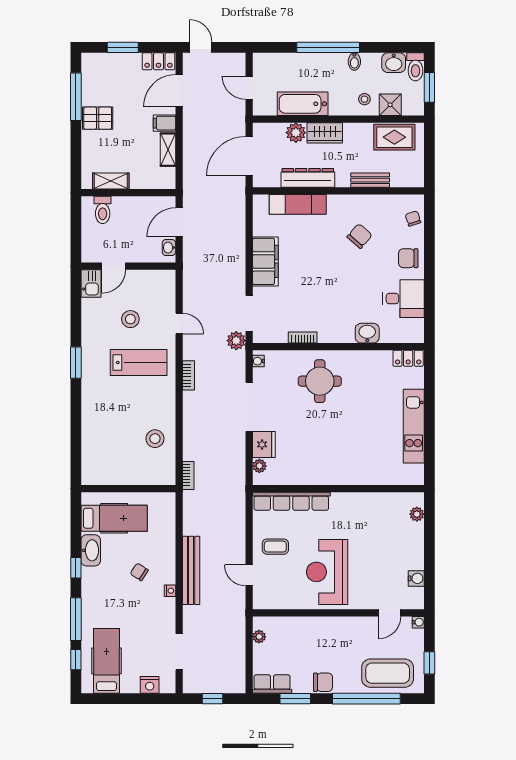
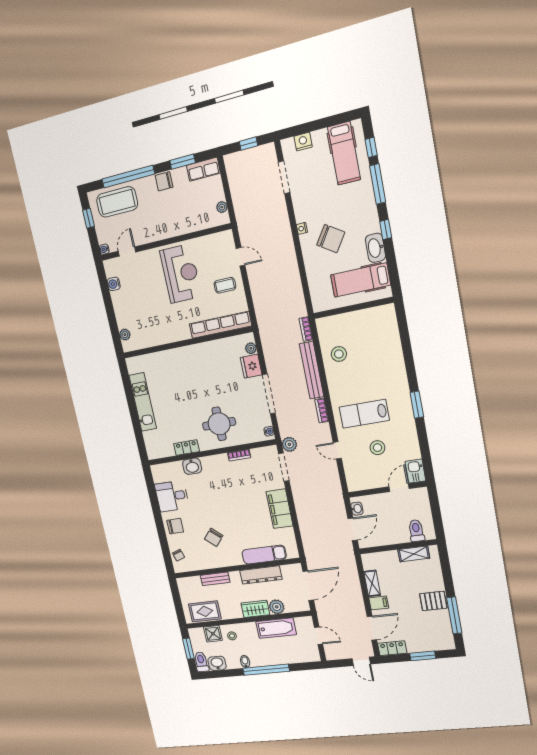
locker: (408, 358) -> (187, 448), moved
bench: (191, 570) -> (312, 370), moved
chair: (139, 572) -> (331, 239), width x1.87, depth x1.87

